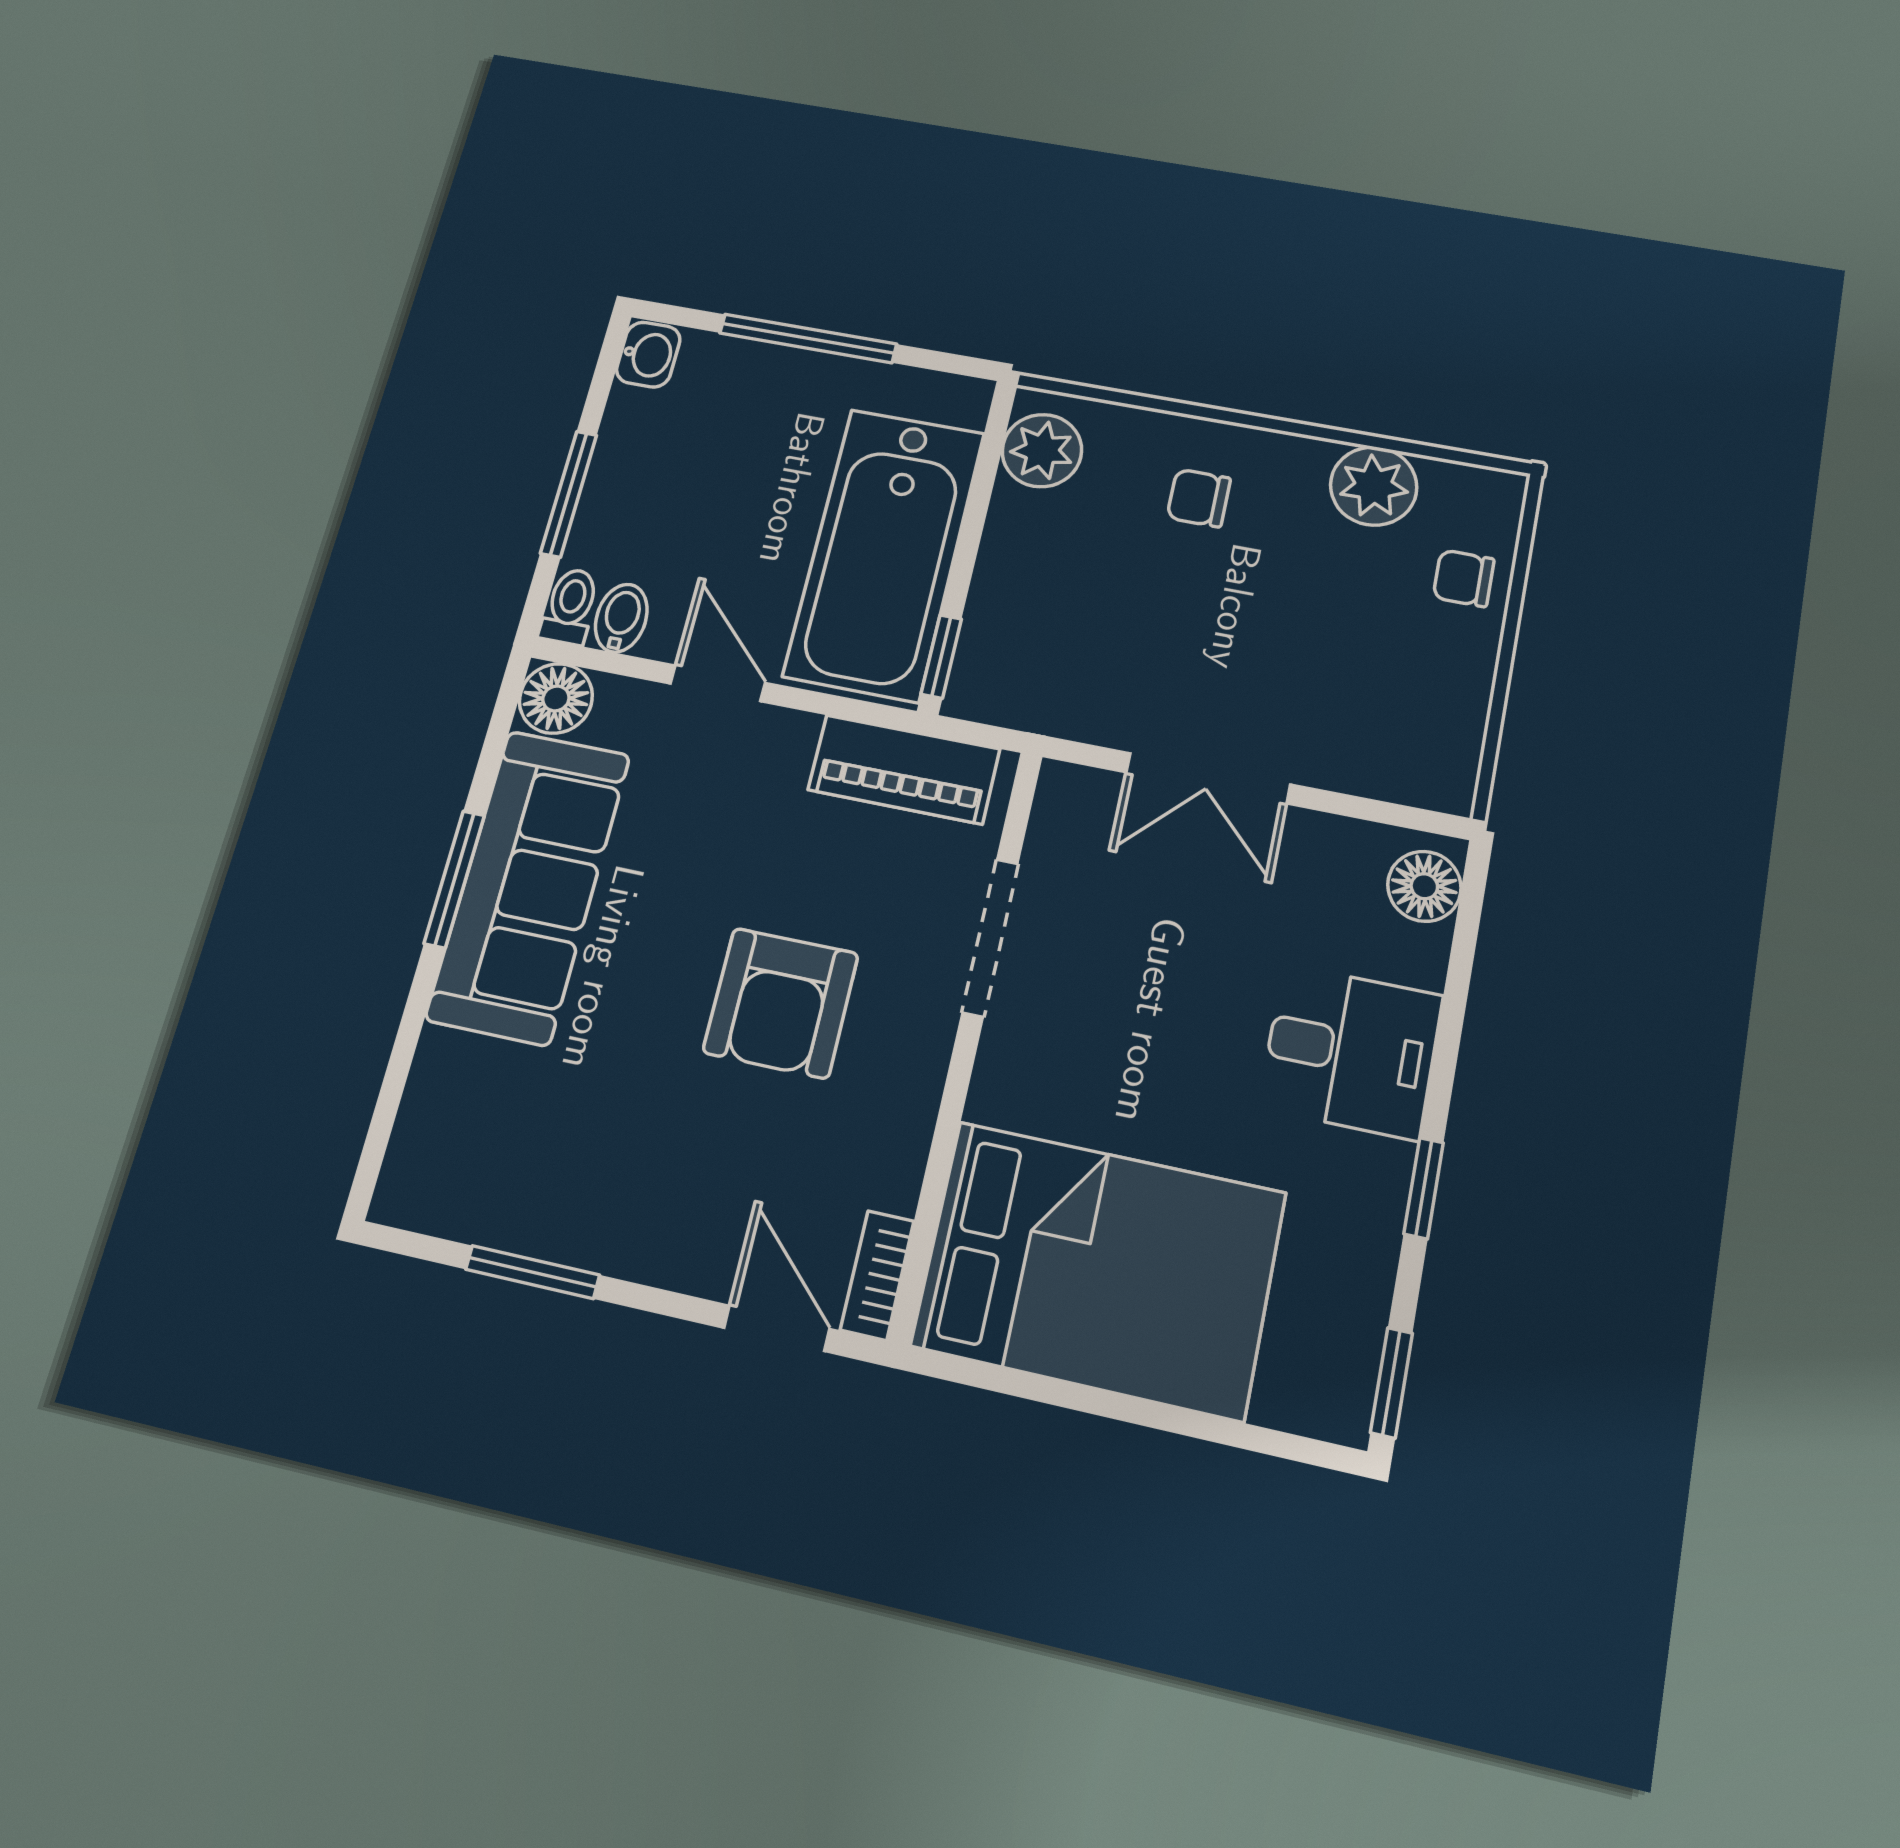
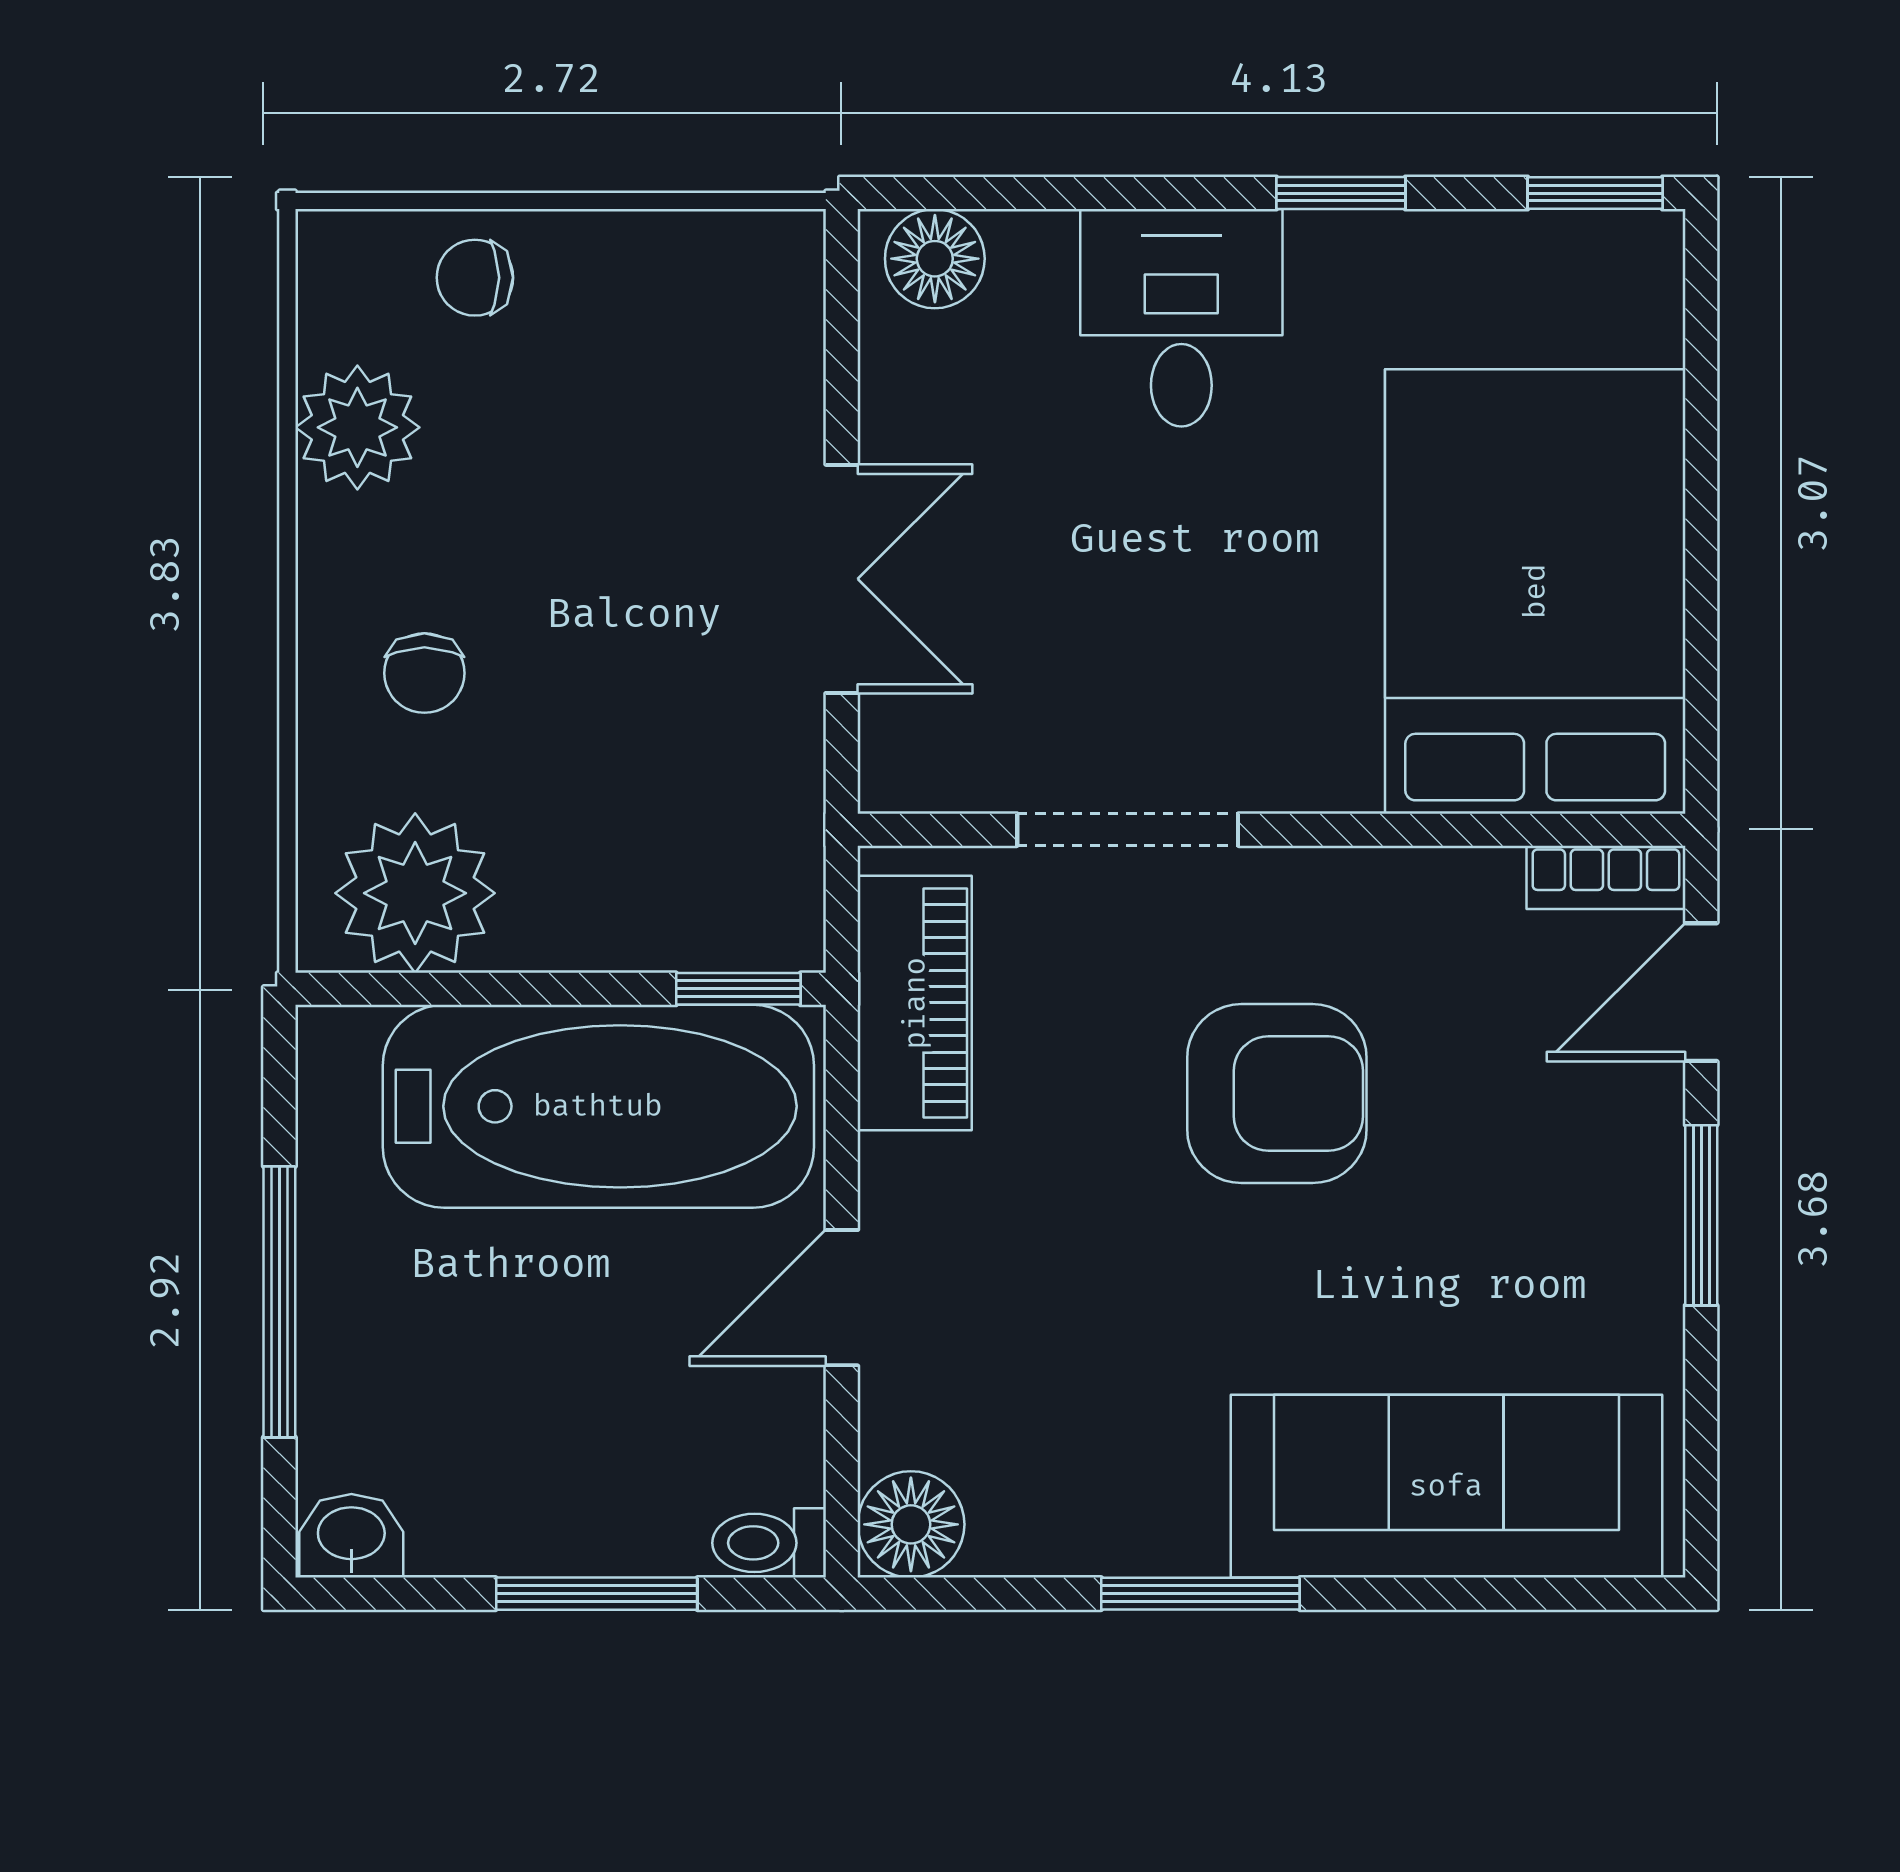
plant: (1042, 451) -> (415, 893), width x1.36, depth x1.36
chair: (1464, 578) -> (475, 278), turned 90
bidet: (621, 618) -> (772, 1463), removed
sofa: (529, 886) -> (1446, 1486), moved
window: (532, 1272) -> (1701, 1215), moved

